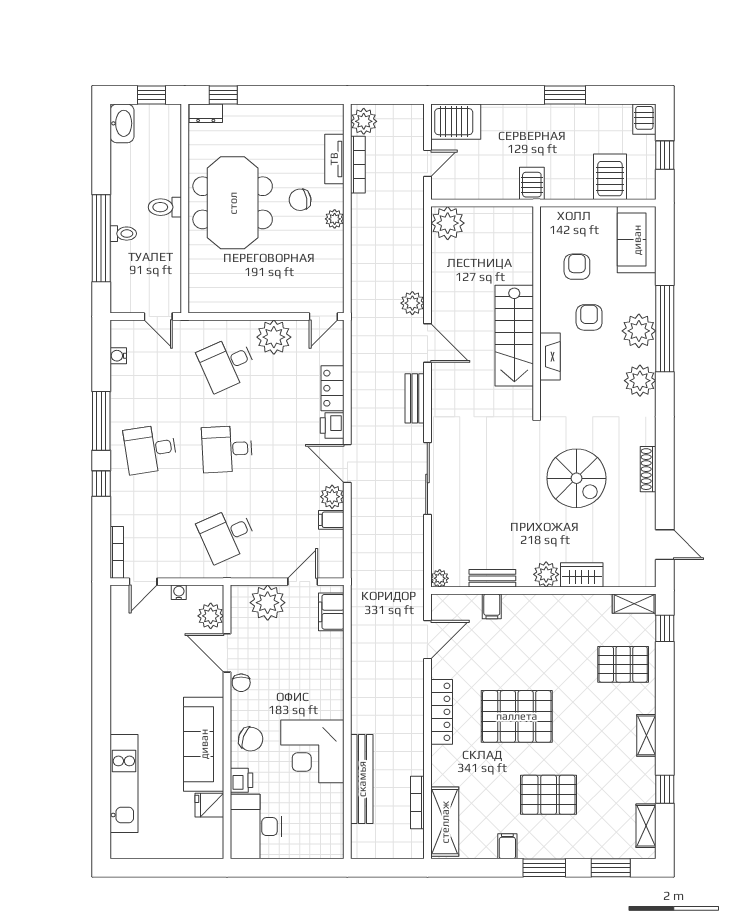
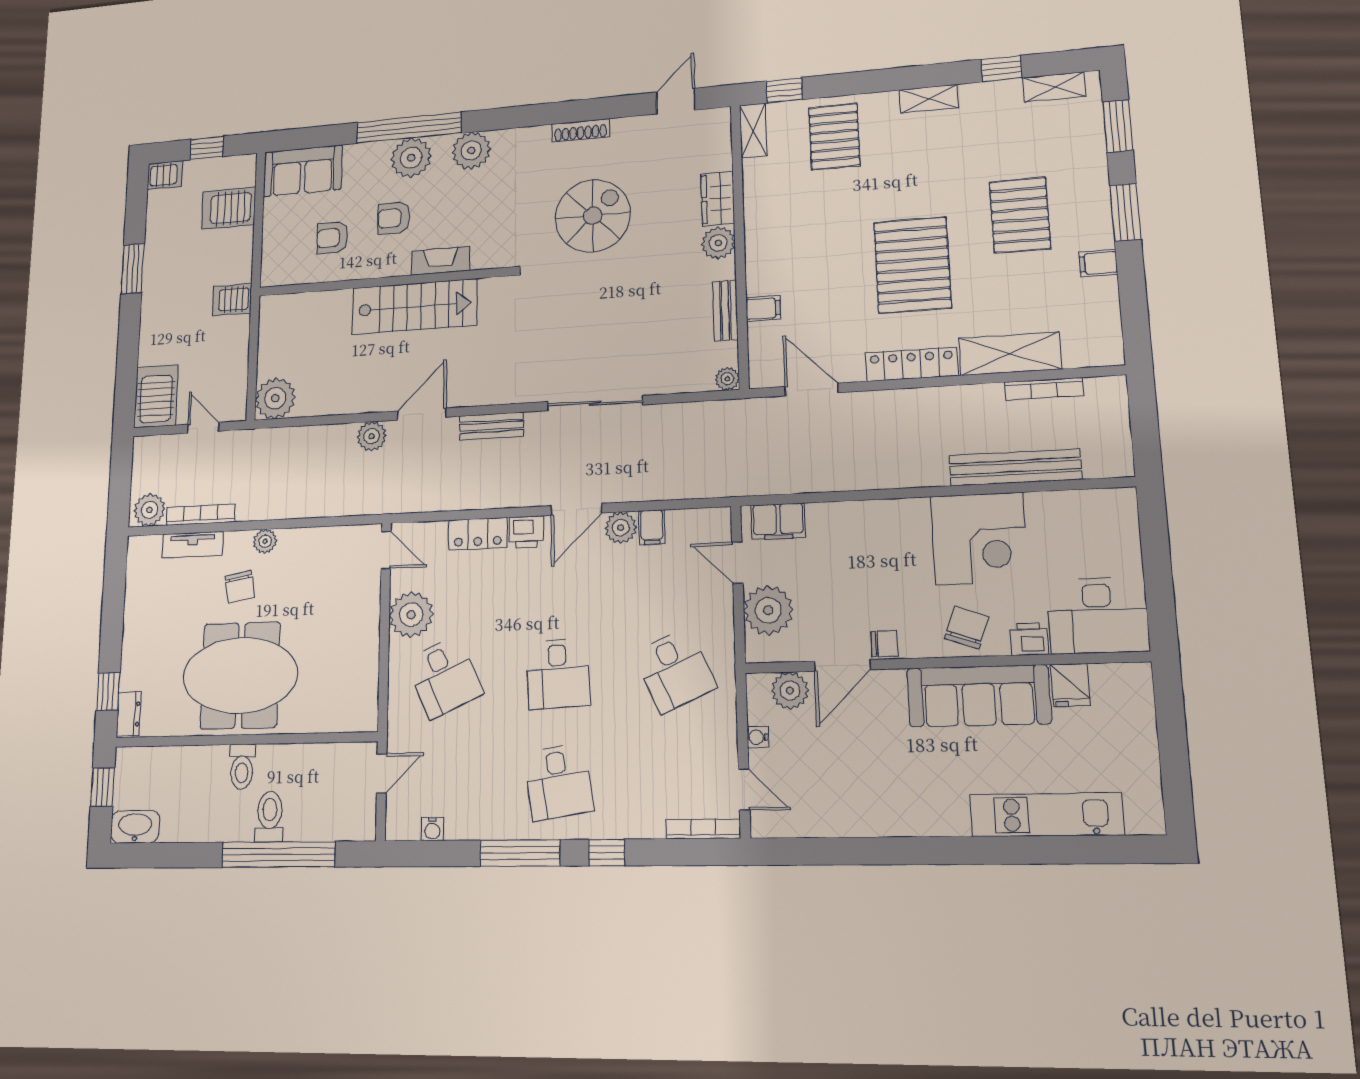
toilet: (123, 234) -> (270, 817), width x1.37, depth x1.39
shelving: (445, 822) -> (1010, 354), moved

